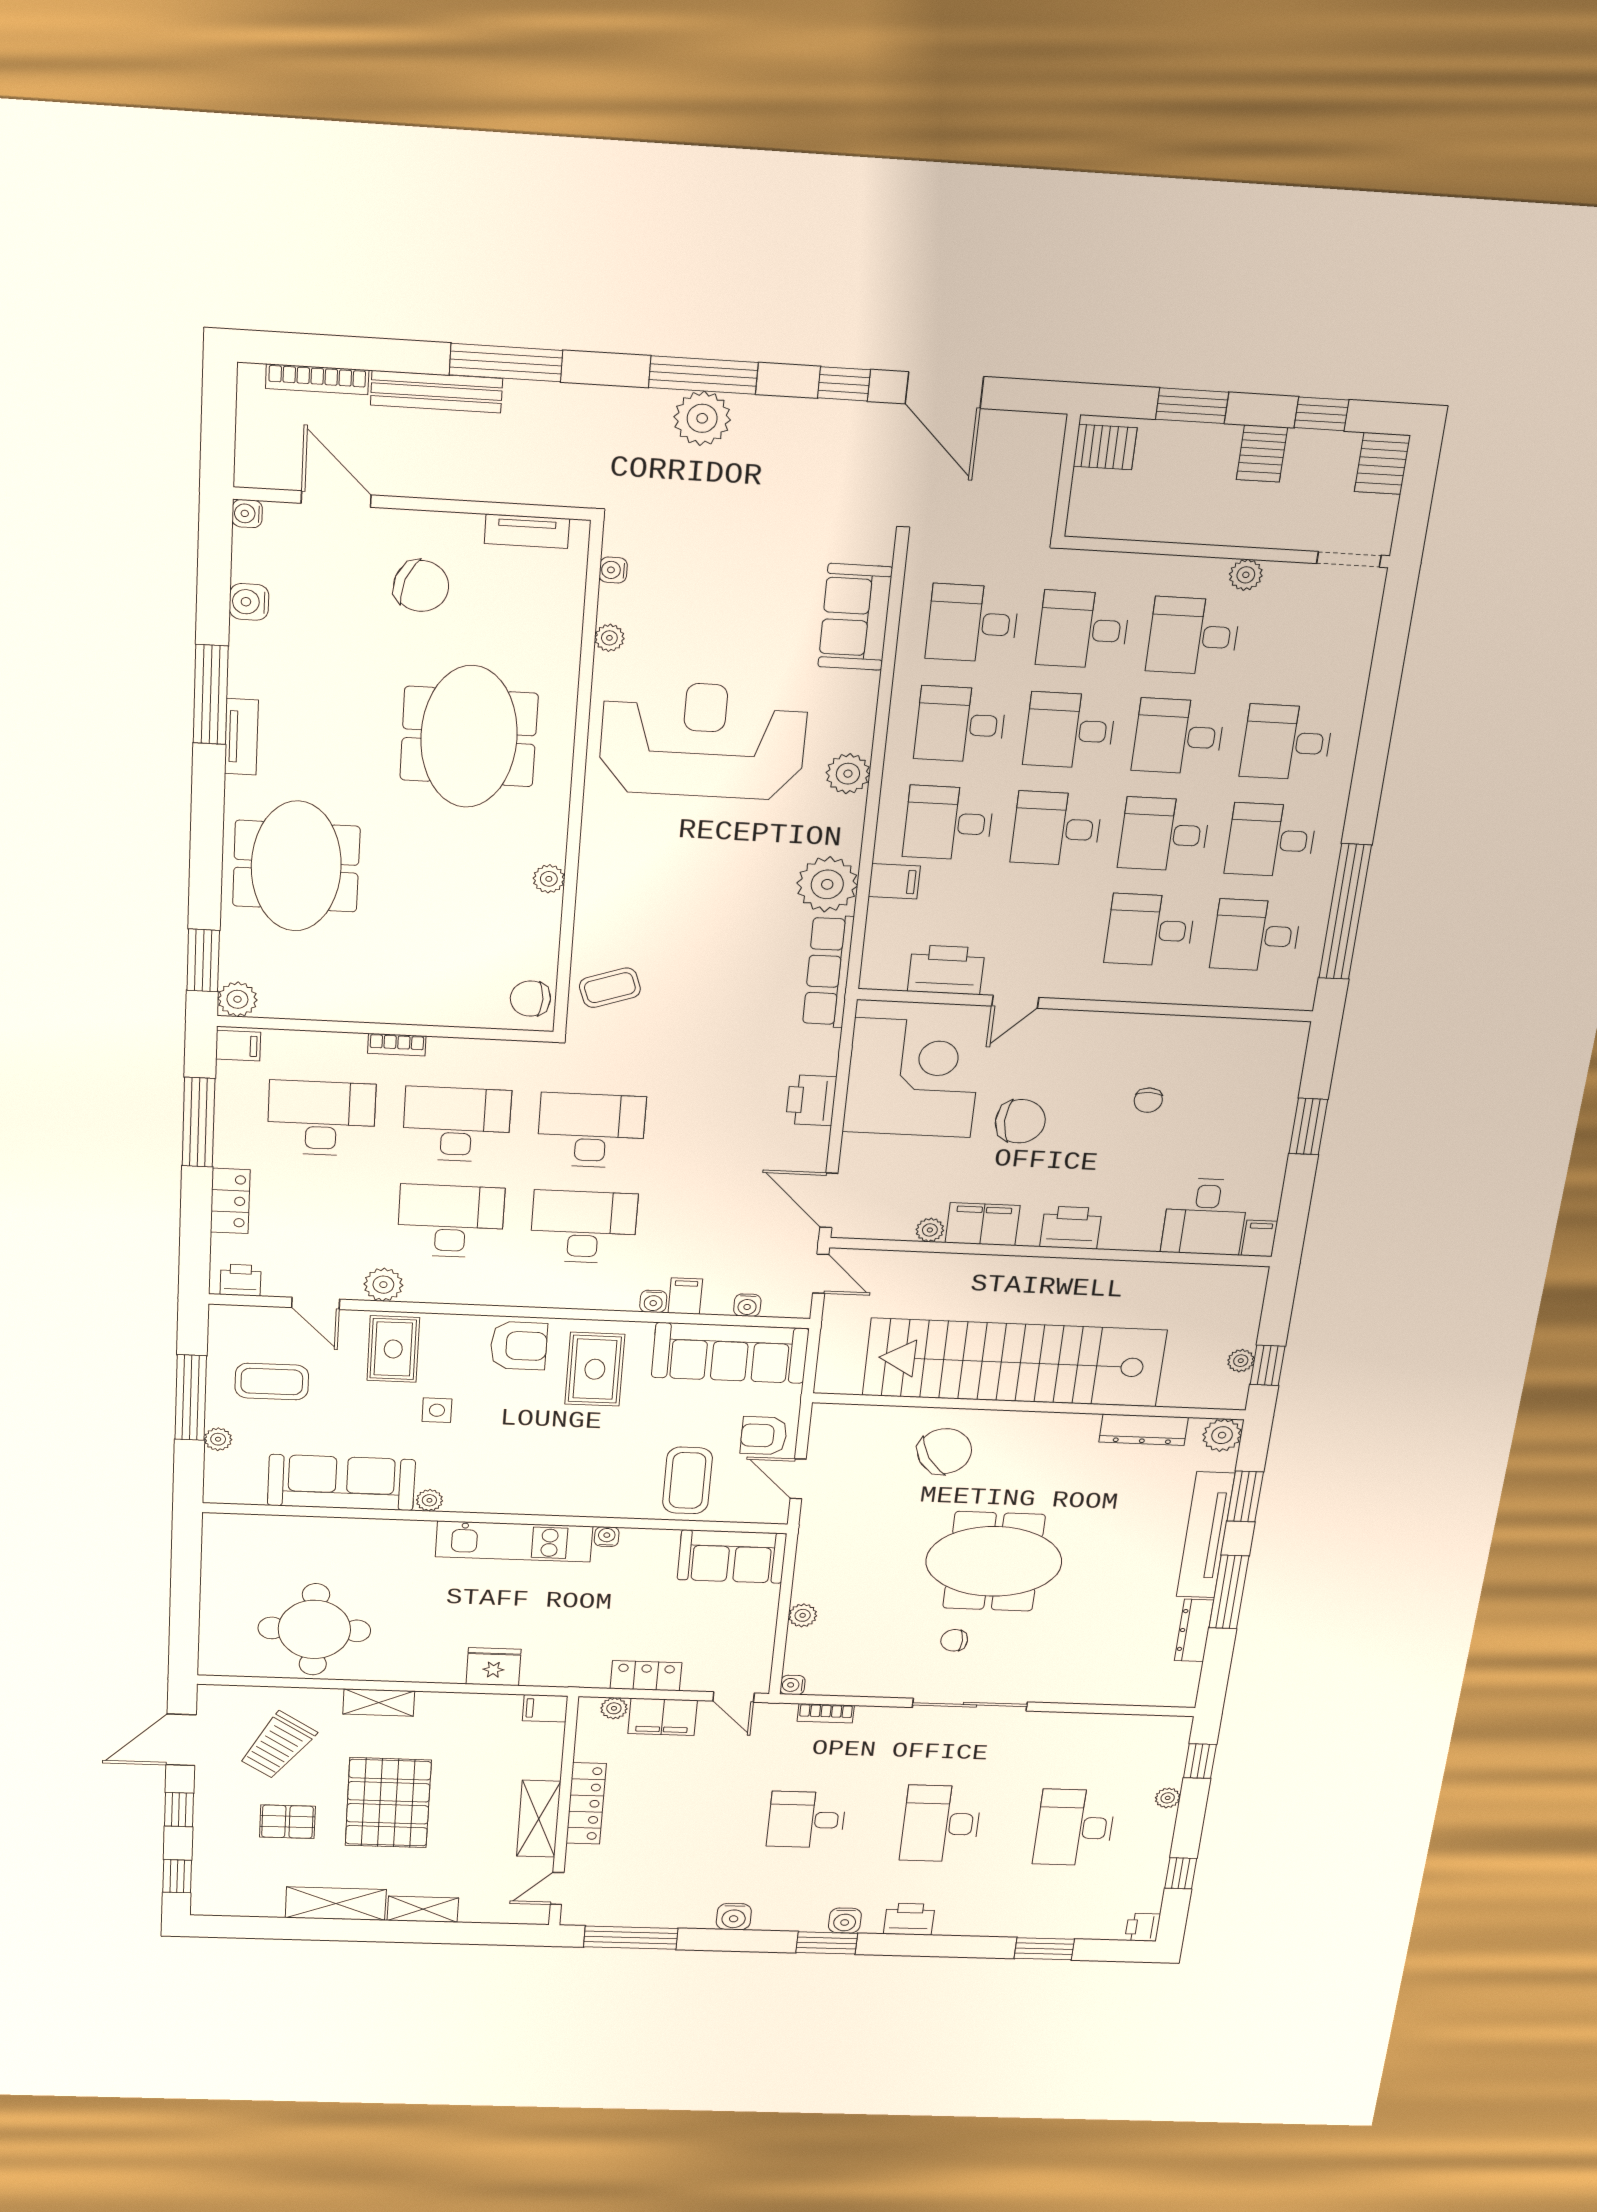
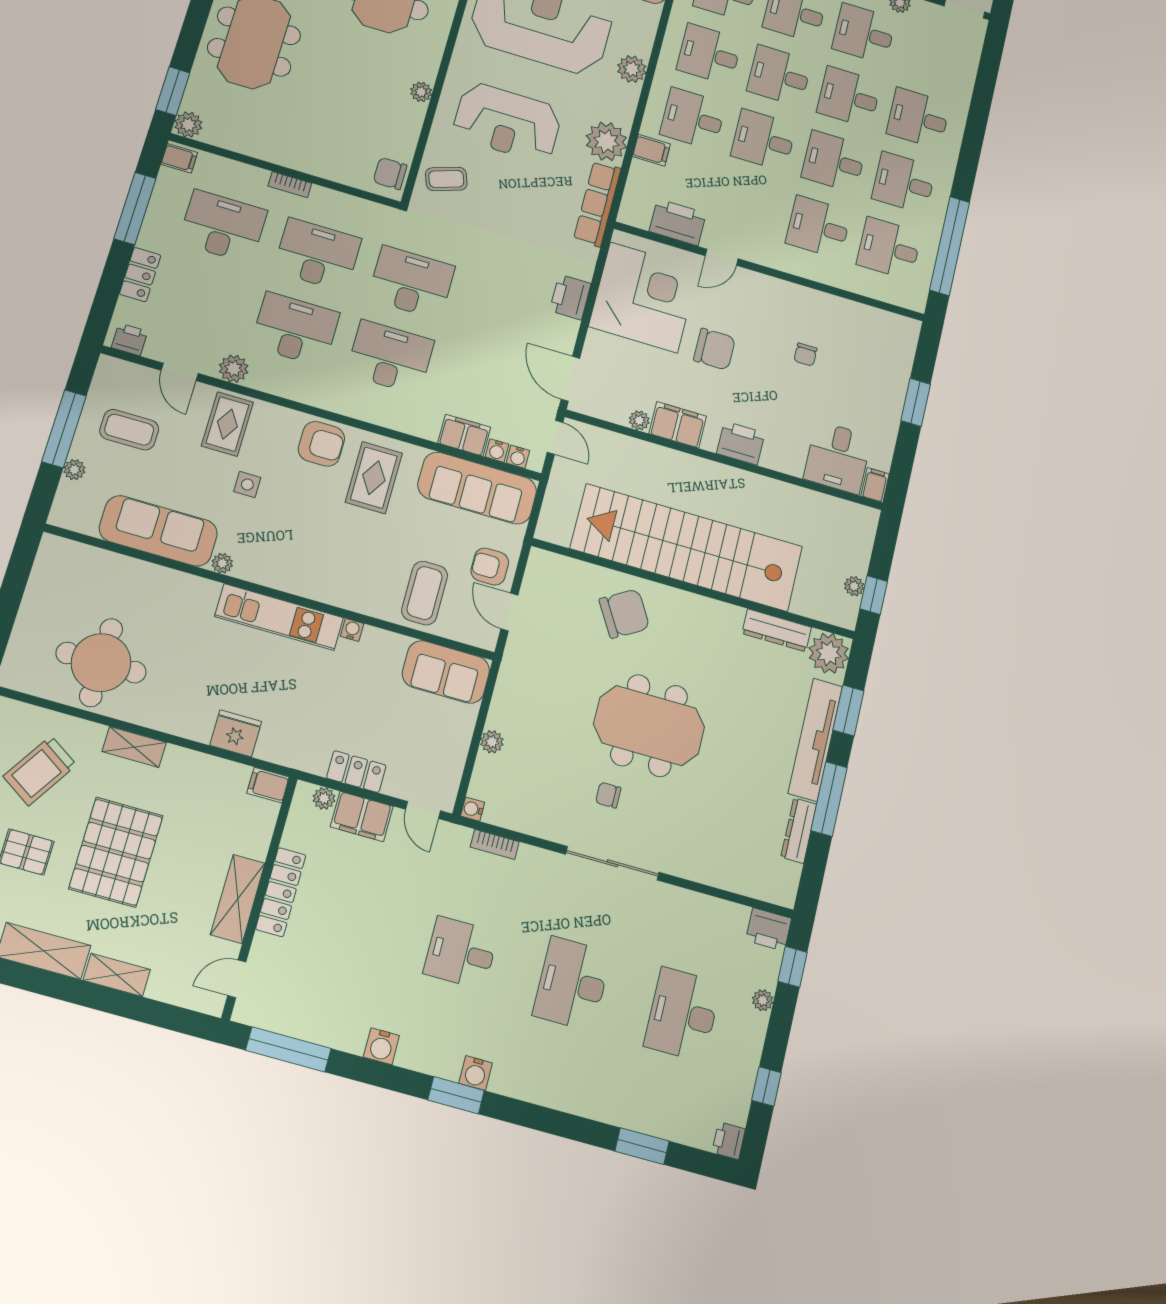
reception desk: (680, 892) -> (507, 122), added
filing cabinet: (685, 1296) -> (464, 435), width x2.00
water cooler: (653, 1301) -> (518, 457), moved
plant: (1222, 1435) -> (829, 653), width x1.36, depth x1.36
printer: (909, 1919) -> (769, 929), moved, turned 180

